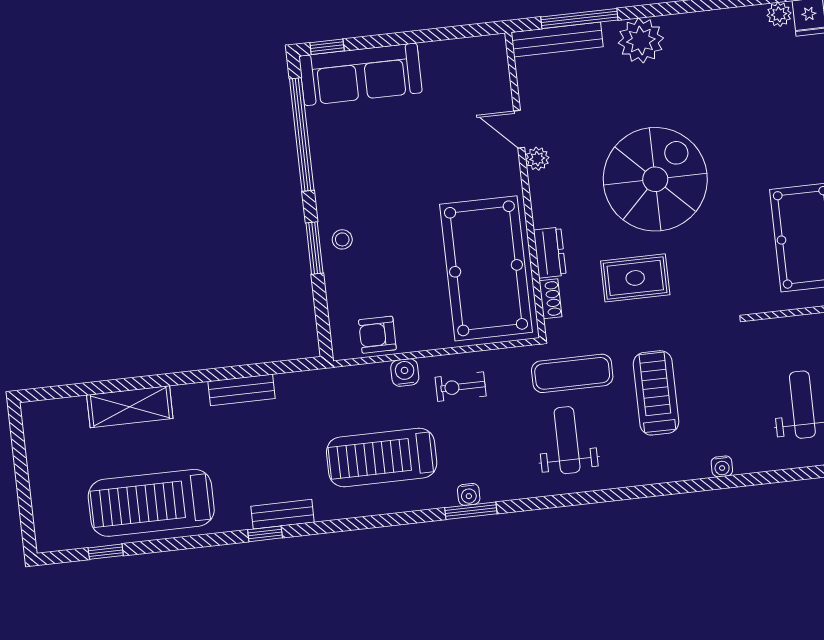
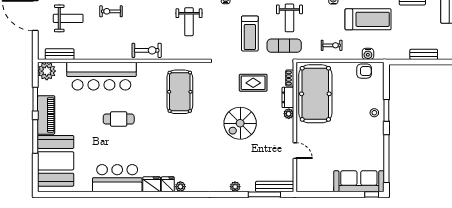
plant: (641, 40) -> (235, 187), width x0.53, depth x0.53
plant: (537, 159) -> (289, 114), moved
spiral stairs: (655, 179) -> (240, 123), width x0.73, depth x0.73
water cooler: (405, 373) -> (368, 54), moved

